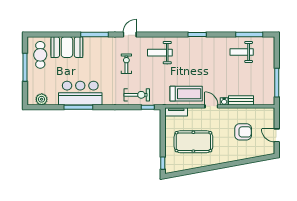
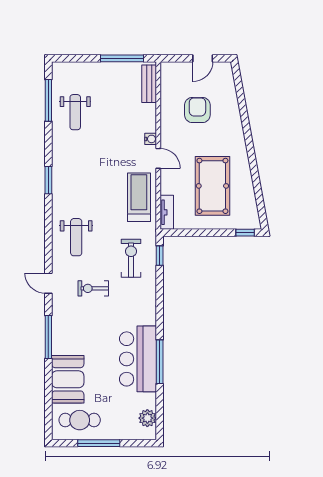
exercise bike: (137, 95) -> (131, 258), moved
bench: (241, 100) -> (149, 84), moved
door: (211, 106) -> (158, 158), swing flipped

